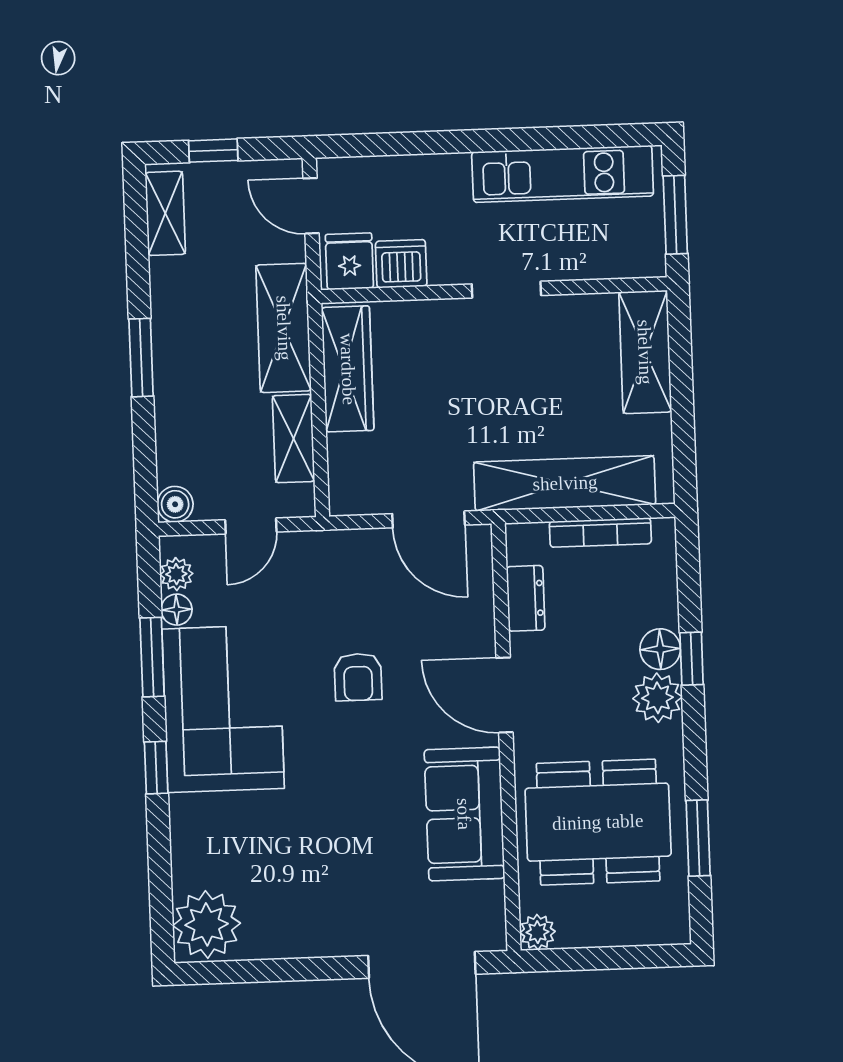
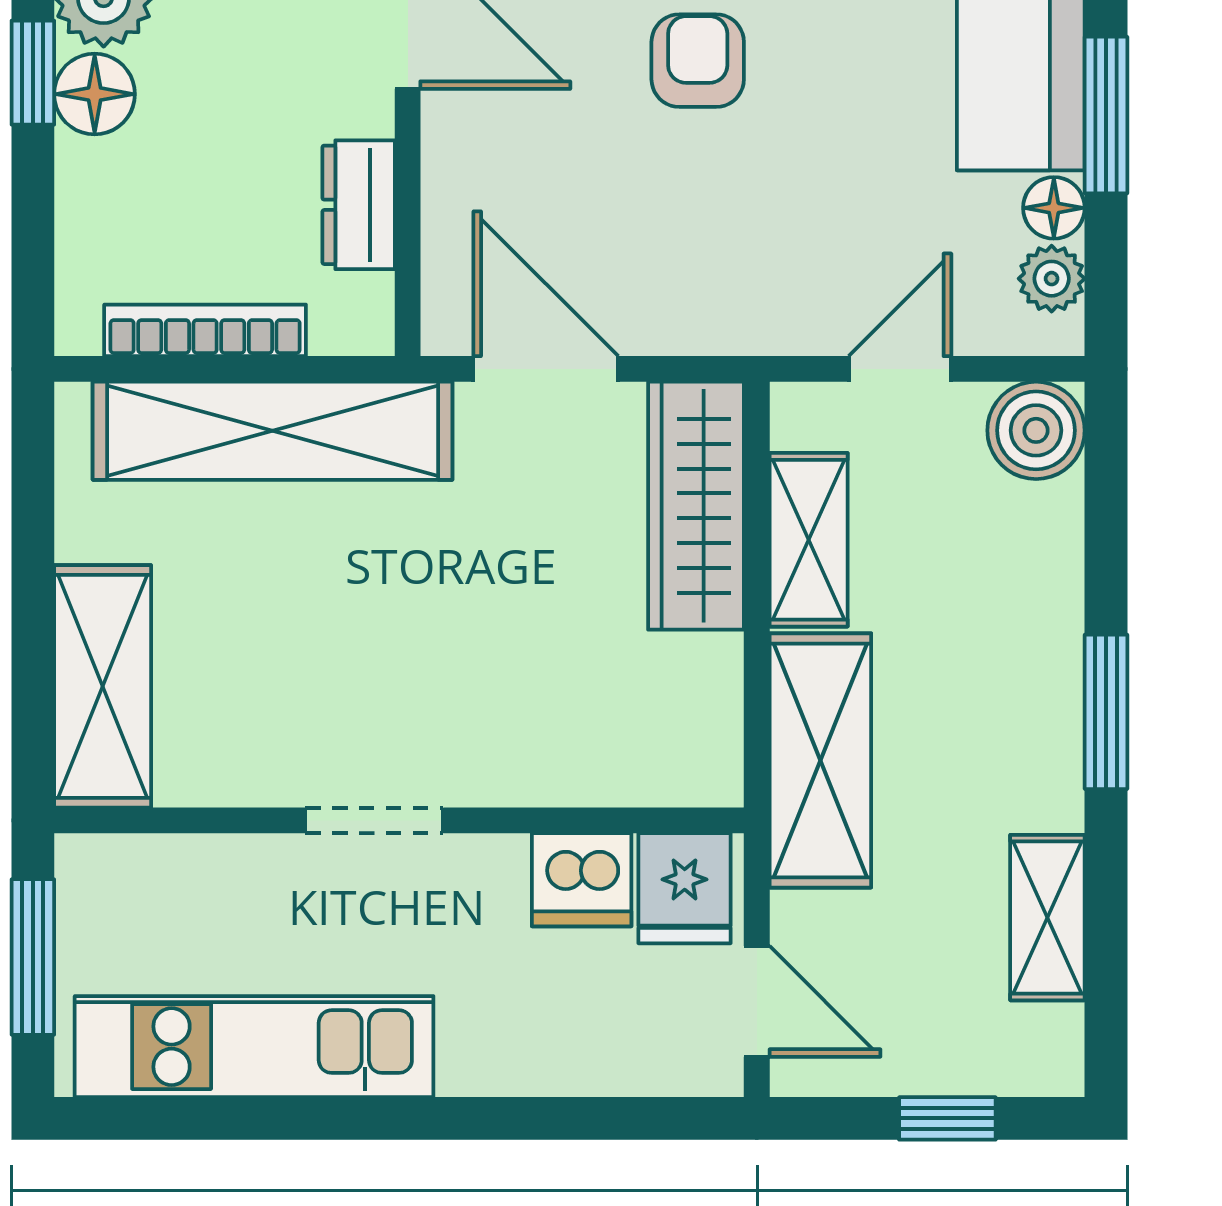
shelving: (165, 213) -> (1047, 918), moved
wardrobe: (348, 369) -> (696, 506), moved
boiler: (175, 504) -> (1036, 430), width x1.36, depth x1.36

